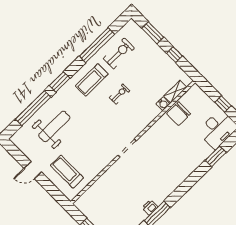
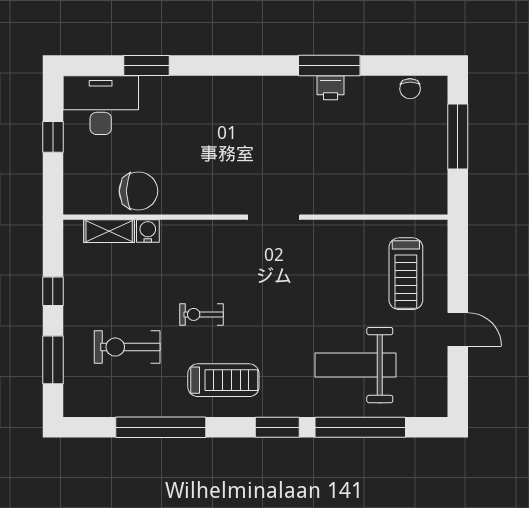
exercise bike: (119, 53) -> (127, 347), moved

